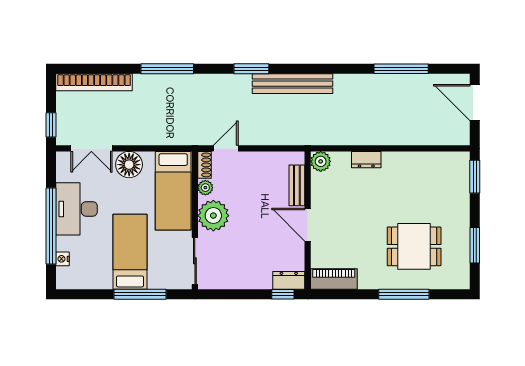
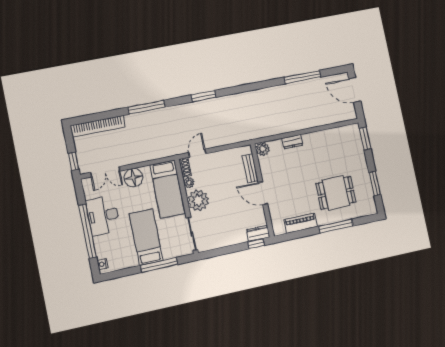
bench: (293, 84) -> (233, 101), removed
nightstand: (63, 259) -> (102, 264), moved
piano: (334, 279) -> (301, 223), moved

